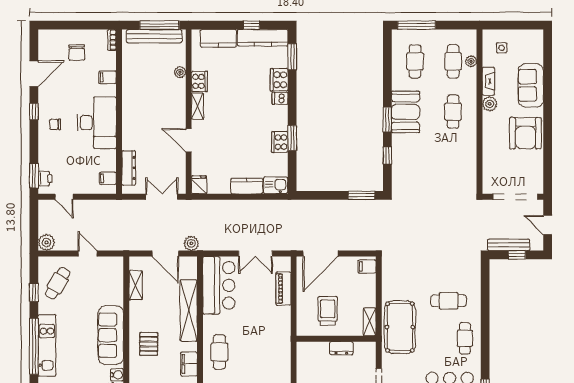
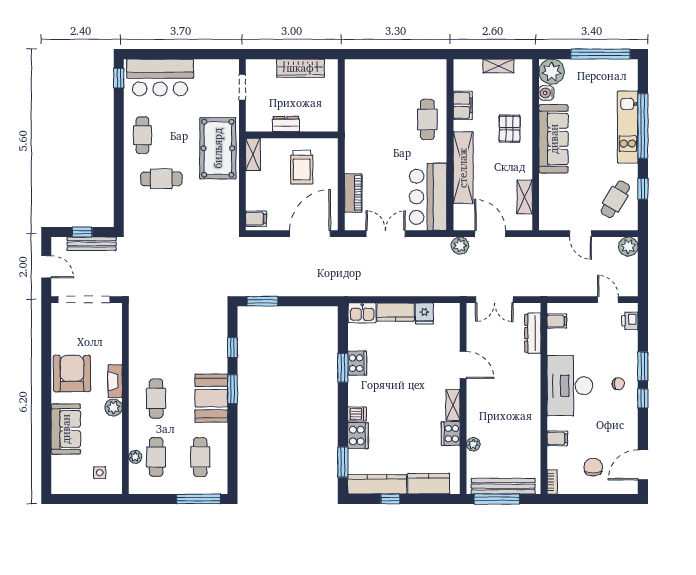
door: (34, 74) -> (643, 465), moved
fireplace: (488, 81) -> (115, 381), moved
window: (34, 176) -> (643, 366), moved
fridge: (199, 185) -> (424, 314), moved

